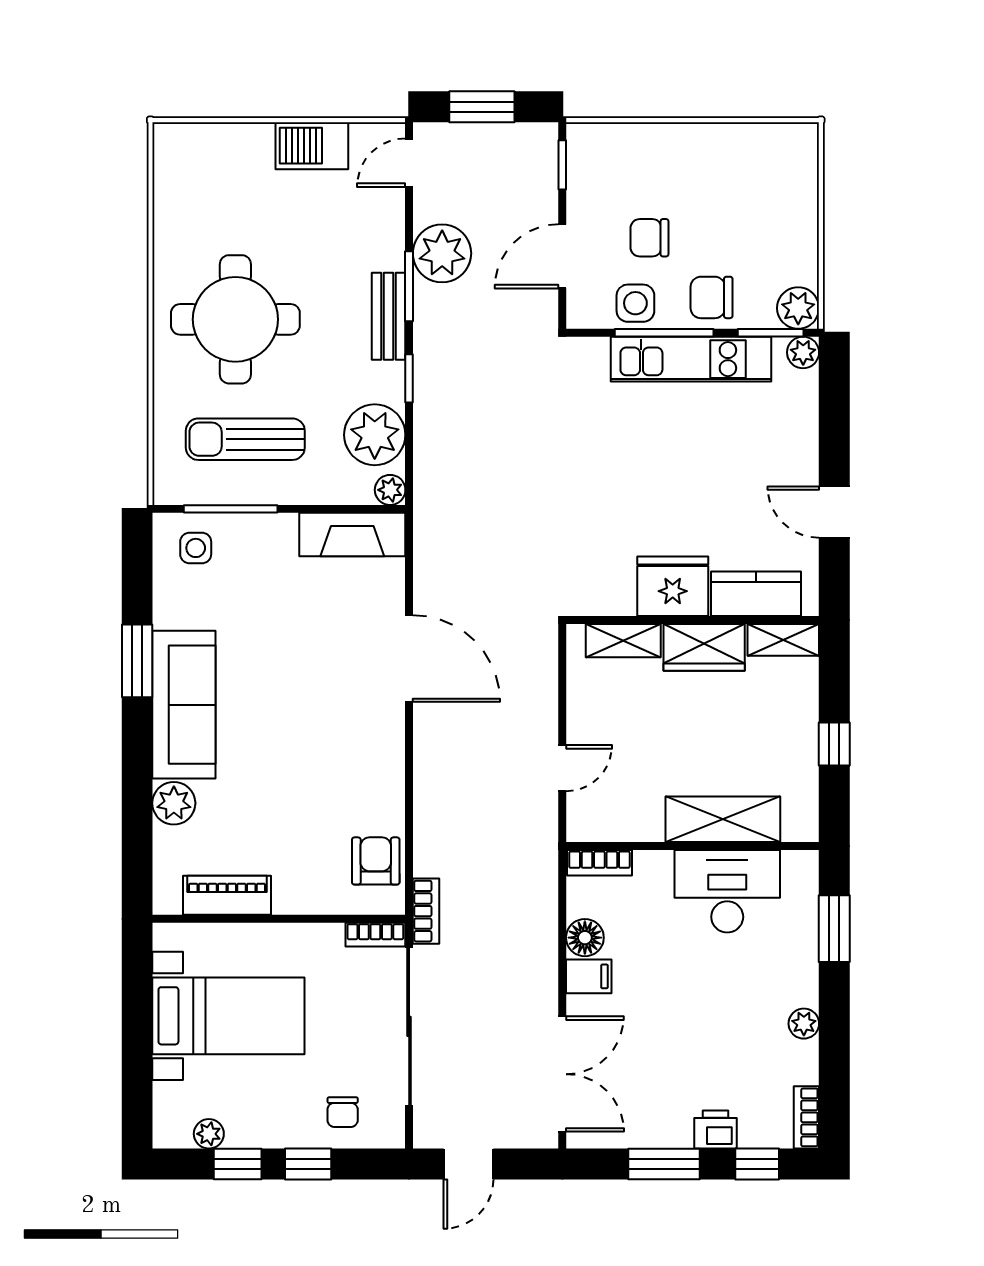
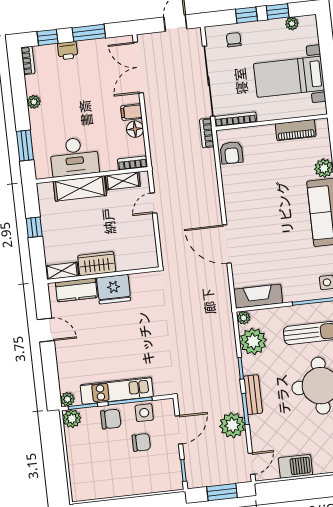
shelving: (623, 641) -> (123, 181), moved
bookcase: (375, 935) -> (235, 119), width x1.56

